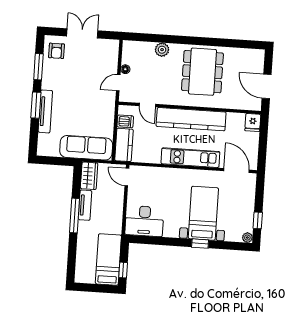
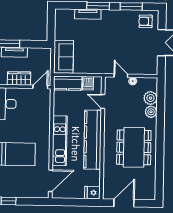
plant: (146, 50) -> (150, 98), added
dining table: (202, 72) -> (134, 147), turned 90
door: (147, 105) -> (103, 102), hinge flipped
tv unit: (45, 111) -> (88, 14), width x0.71
sofa: (86, 148) -> (64, 57), width x0.73
wardrobe: (89, 176) -> (19, 78), moved, turned 180

